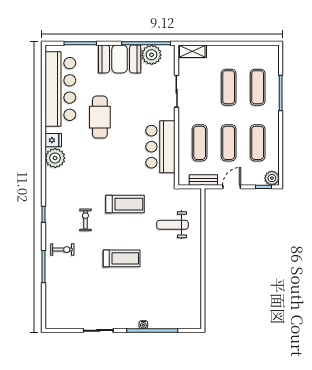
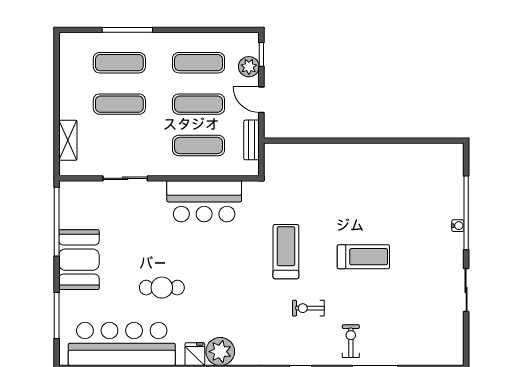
shelving: (192, 51) -> (68, 140), moved
plant: (152, 55) -> (73, 214), removed
cafe table: (100, 117) -> (162, 288), width x0.73, depth x0.74
plant: (272, 178) -> (249, 67), moved
weight bench: (173, 225) -> (315, 184), removed
treadmill: (122, 258) -> (363, 257), turned 90

